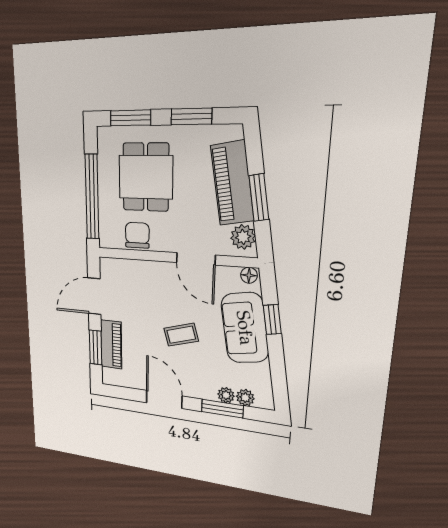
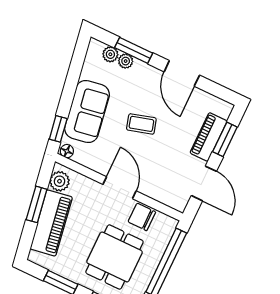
chair: (137, 235) -> (142, 217), turned 90
door: (196, 259) -> (120, 188), moved
door: (94, 296) -> (204, 183), hinge flipped
window: (272, 319) -> (58, 129), moved

